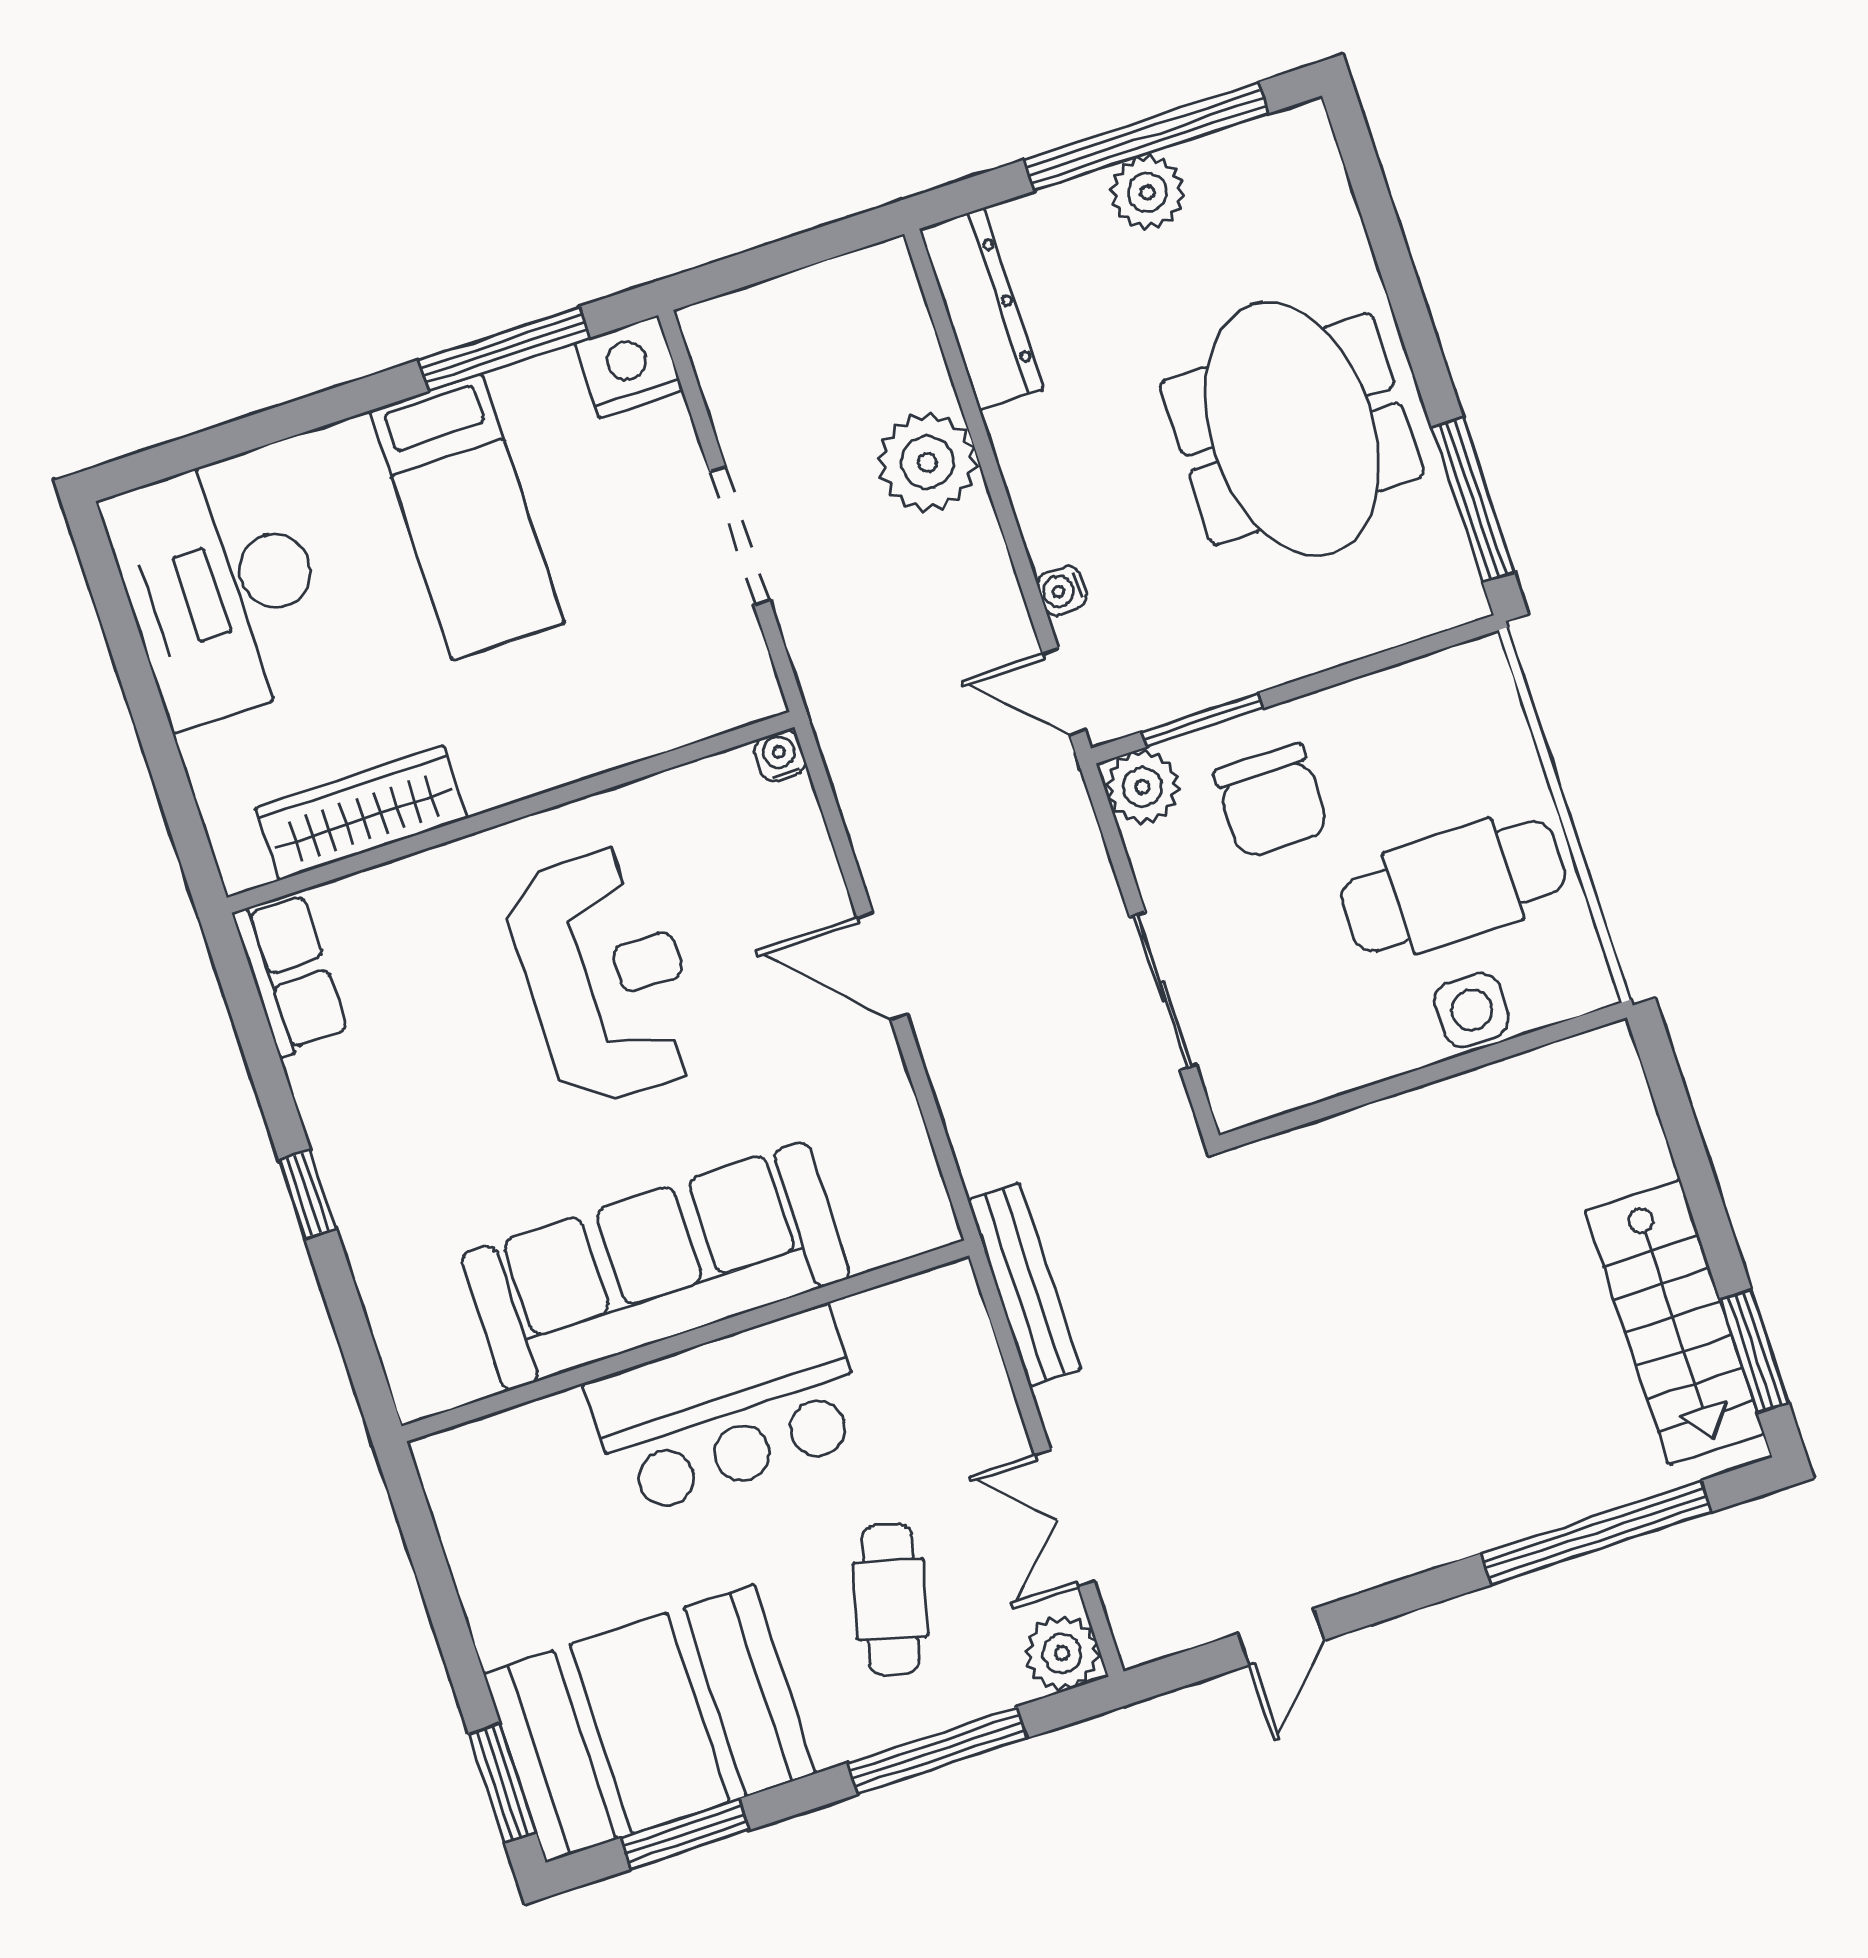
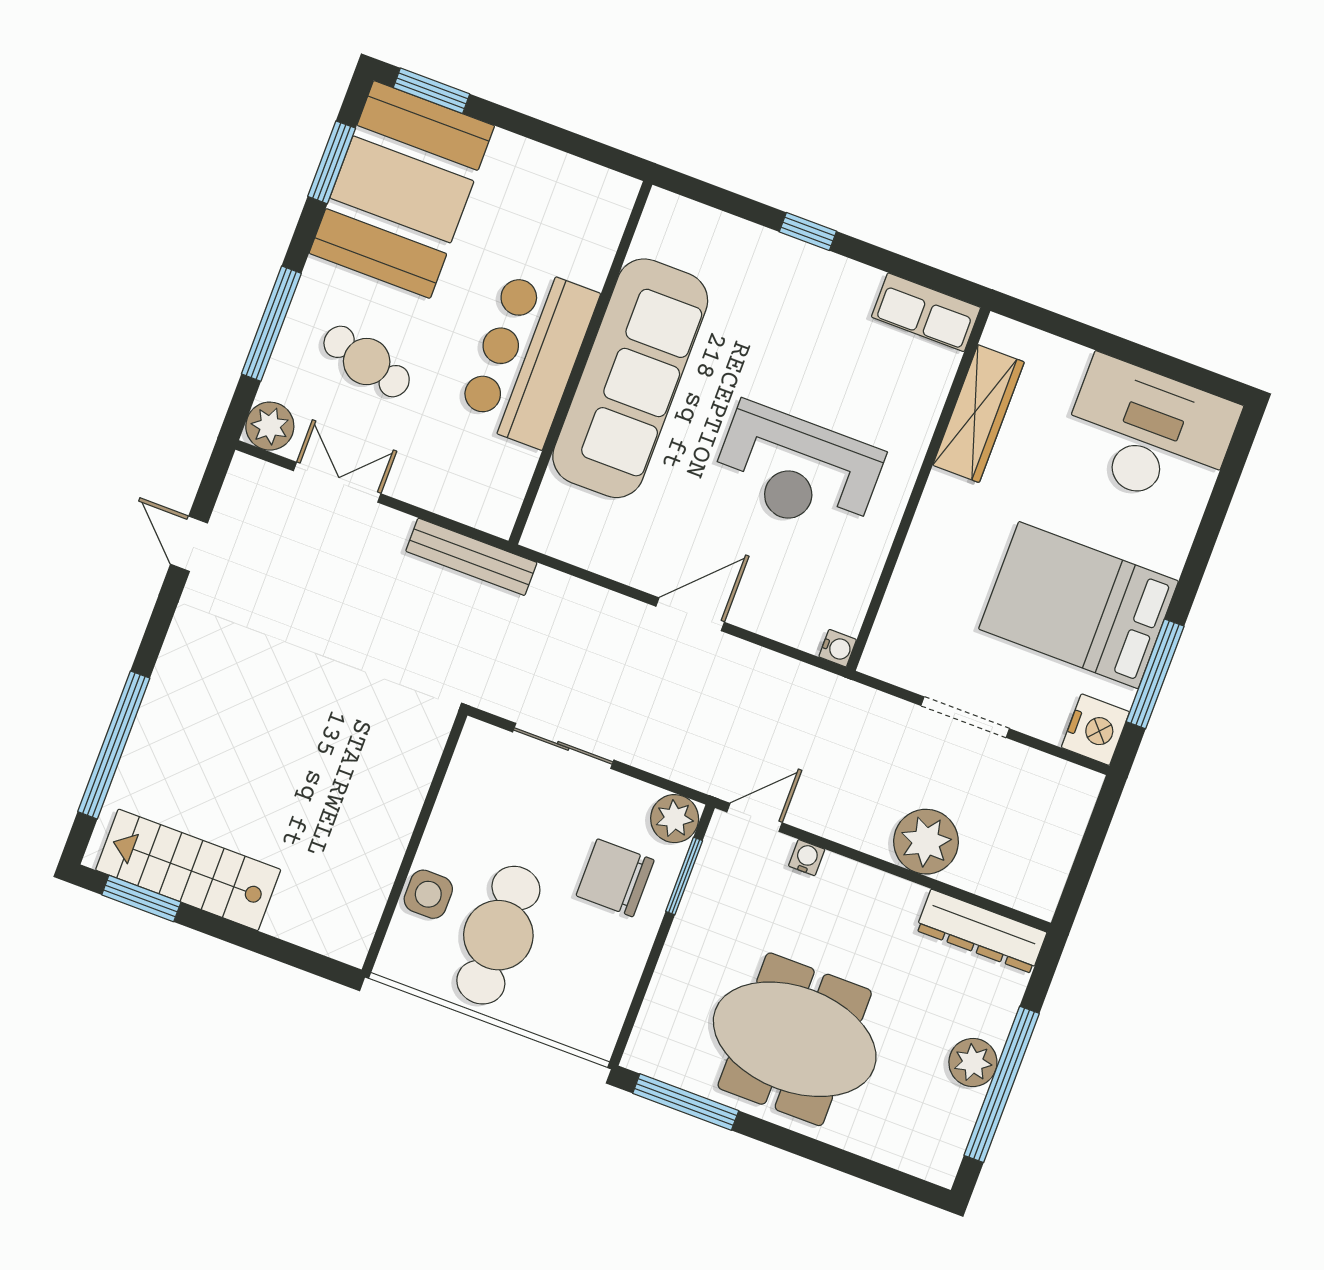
bed: (467, 517) -> (1078, 605), width x1.50

